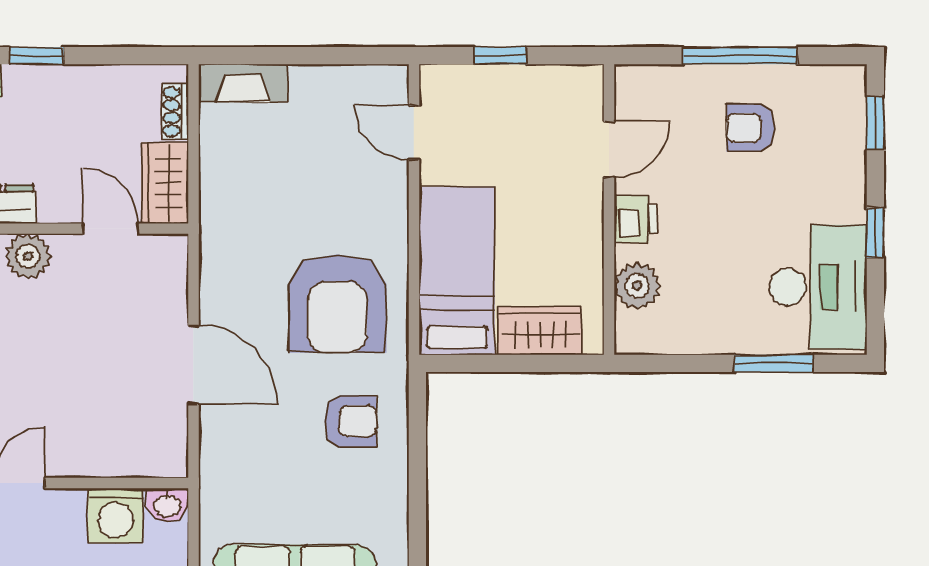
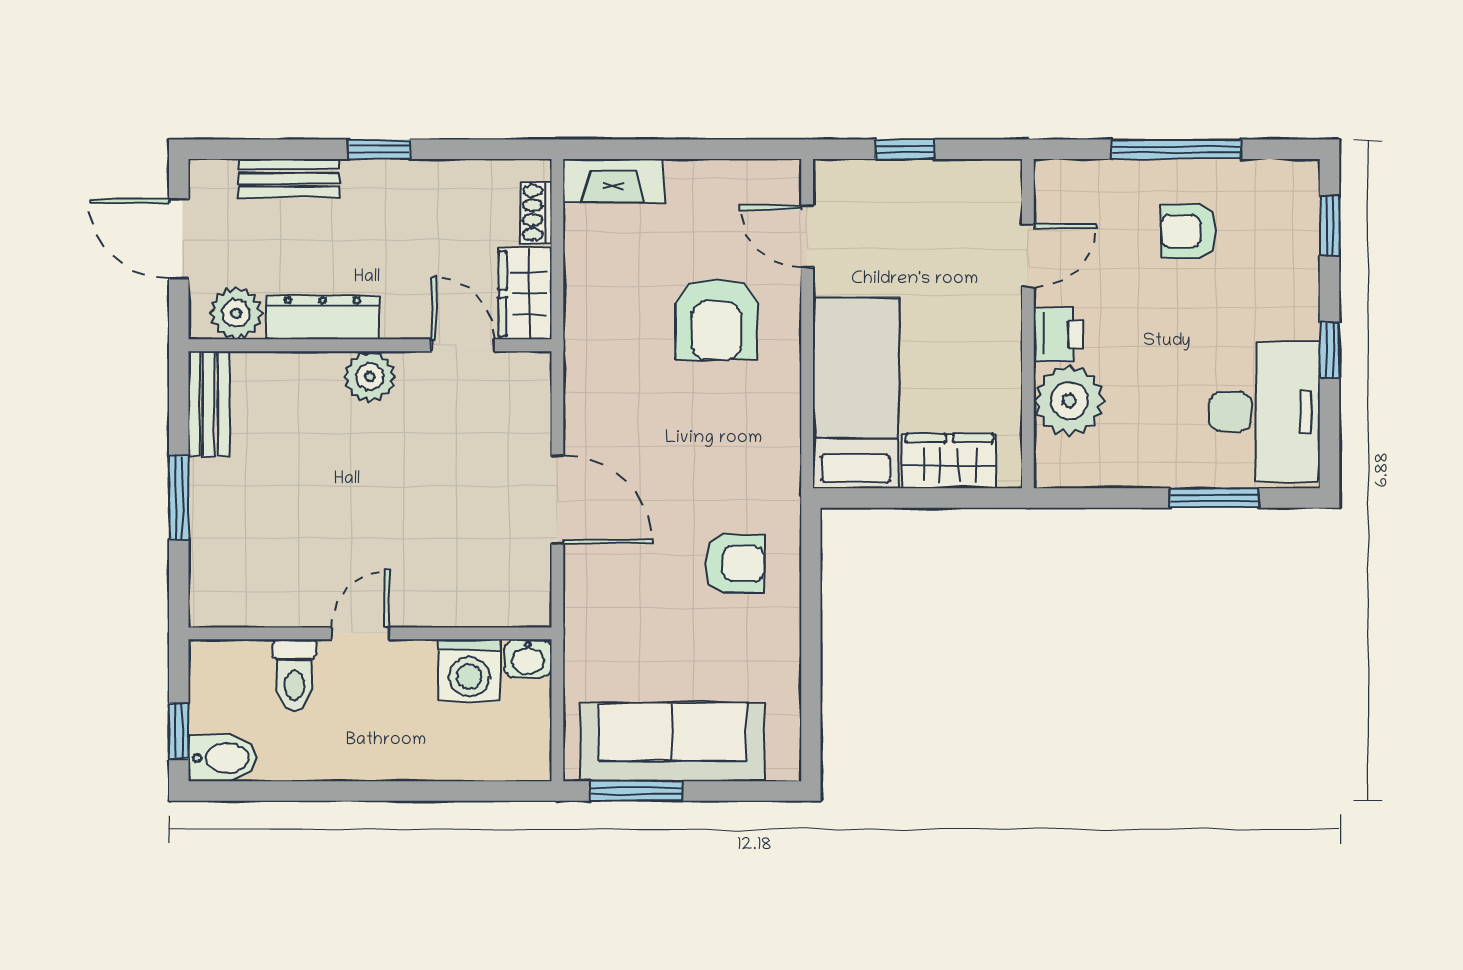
plant: (637, 286) -> (1069, 401), width x1.36, depth x1.36
armchair: (337, 303) -> (716, 319), moved, width x0.73, depth x0.73

